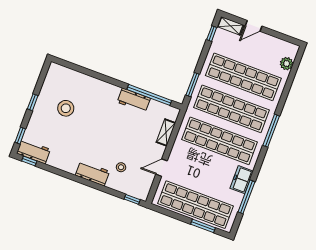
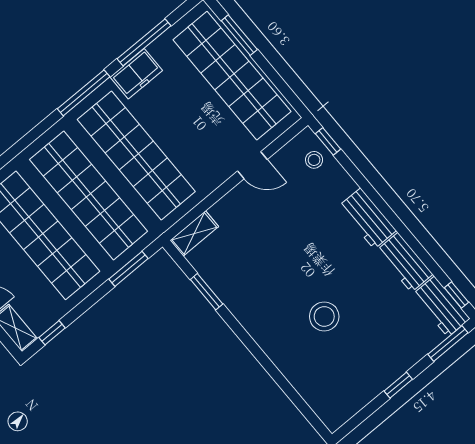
window: (149, 95) -> (207, 292), width x0.47
workbench: (134, 100) -> (405, 262), moved, turned 180
stool: (66, 108) -> (324, 316), moved
window: (271, 131) -> (84, 93), moved
shelving: (166, 132) -> (194, 234), moved
window: (20, 136) -> (448, 344), width x1.50
stool: (121, 167) -> (314, 160), moved

